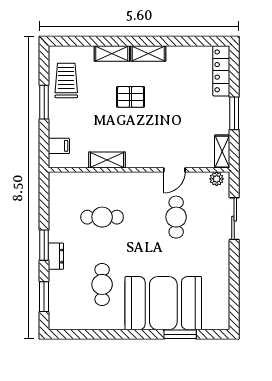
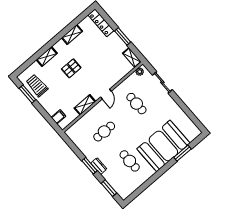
shelving: (148, 53) -> (72, 35), moved
window: (44, 102) -> (27, 94), moved
door: (174, 170) -> (106, 94), moved

